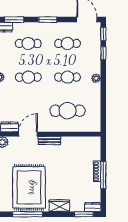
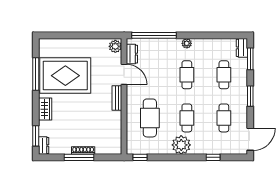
window: (103, 34) -> (140, 157), moved
plant: (96, 78) -> (181, 145), width x1.88, depth x1.88

